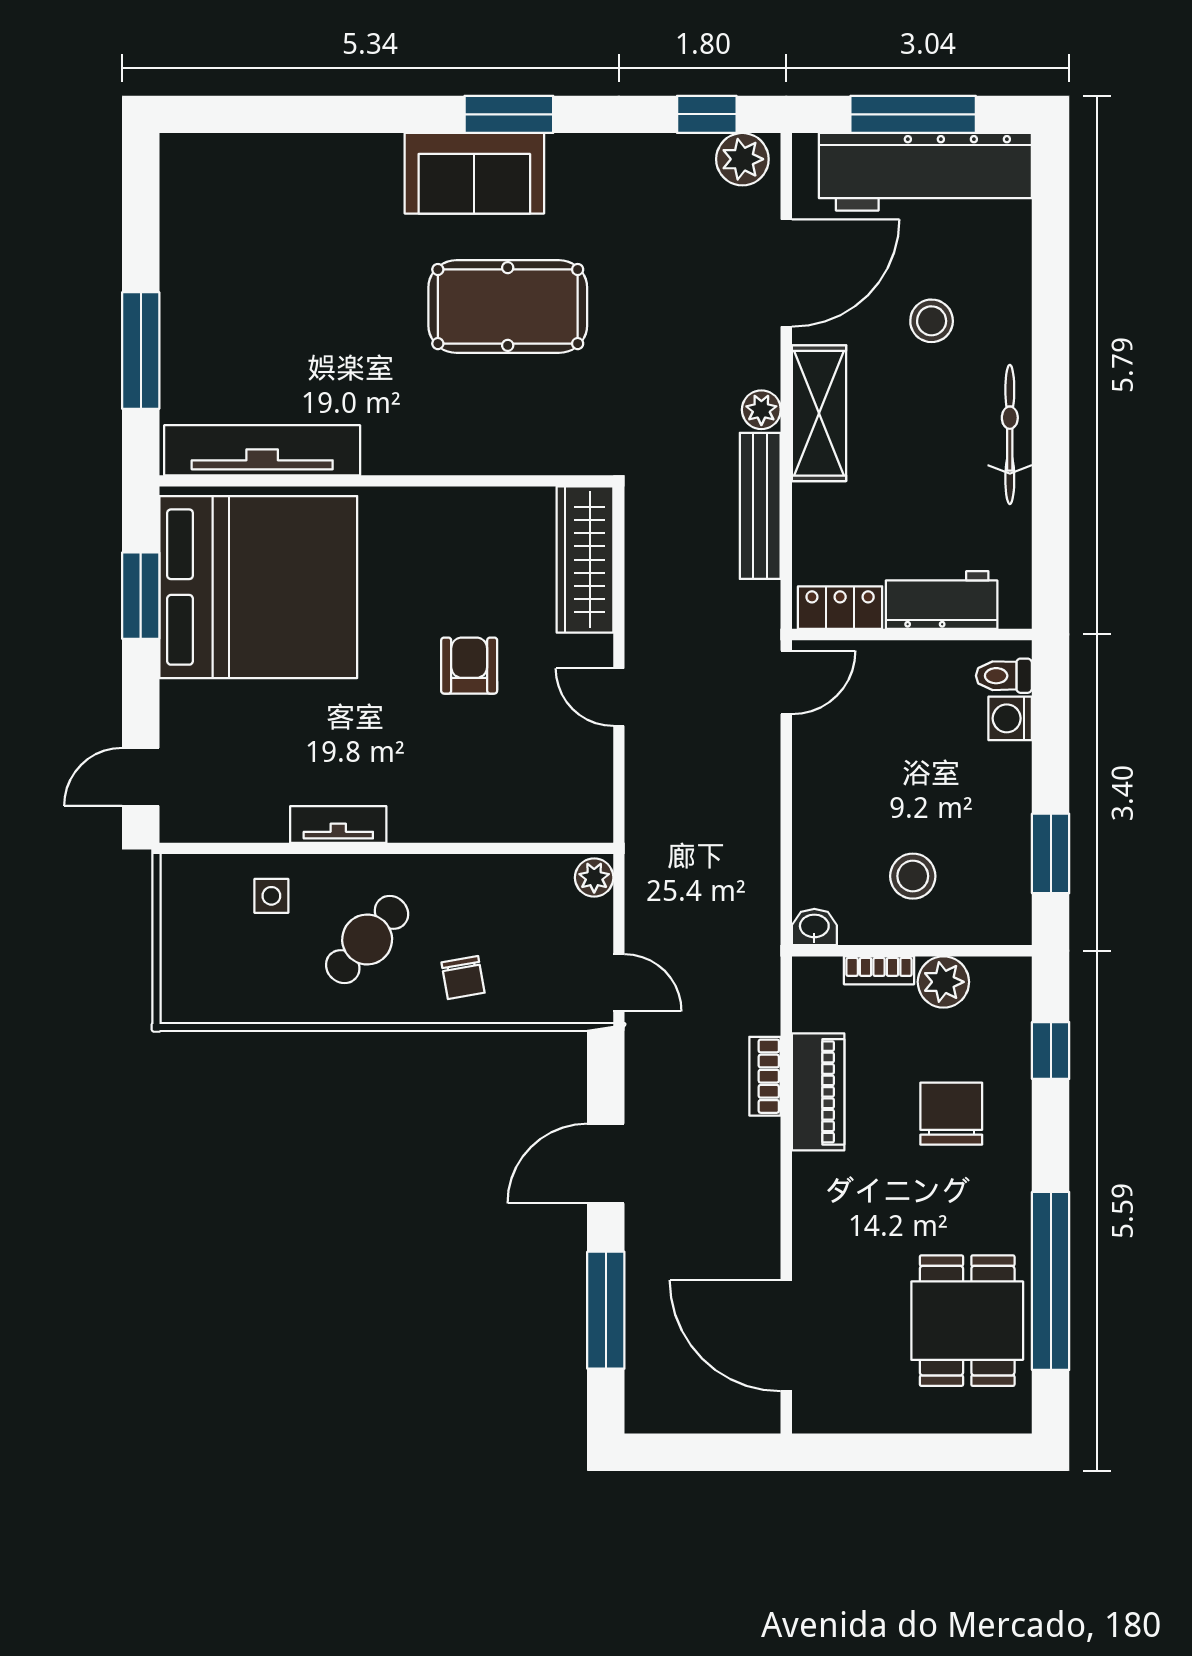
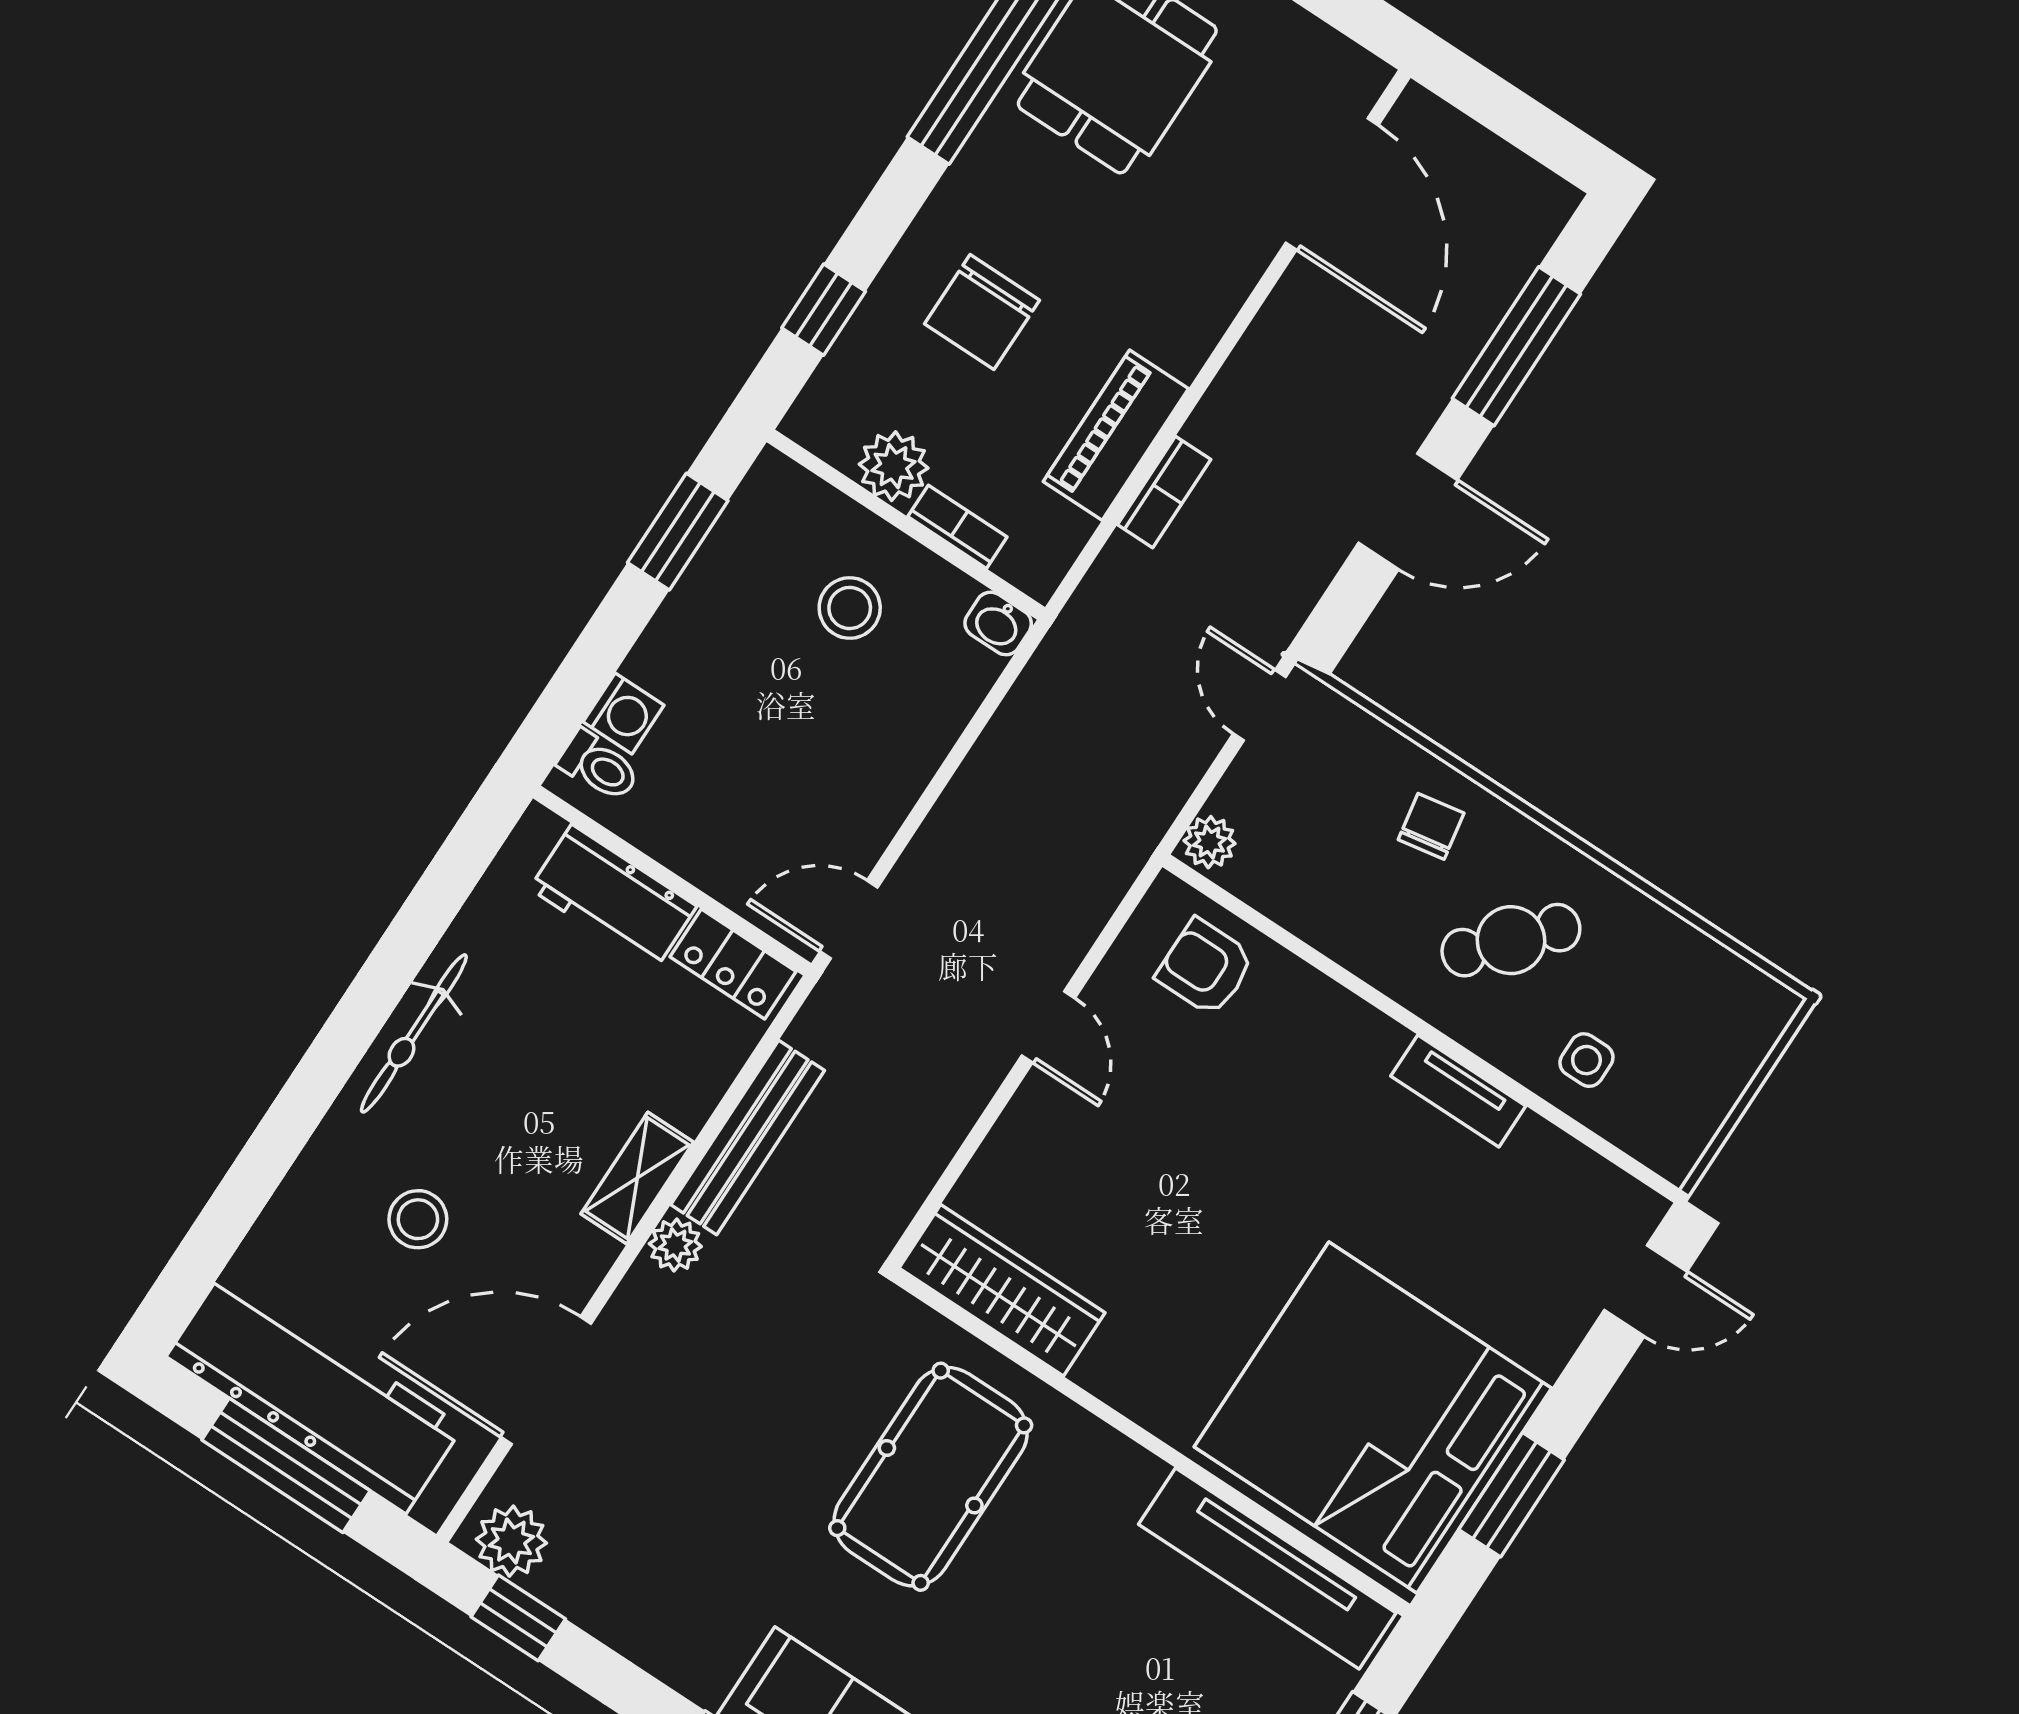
pool table: (508, 307) -> (931, 1477), moved, turned 90
shelving: (819, 413) -> (637, 1178), width x0.67, depth x0.75
wardrobe: (585, 560) -> (1002, 1290), moved, turned -90
armchair: (469, 666) -> (1205, 967), moved, turned 90

